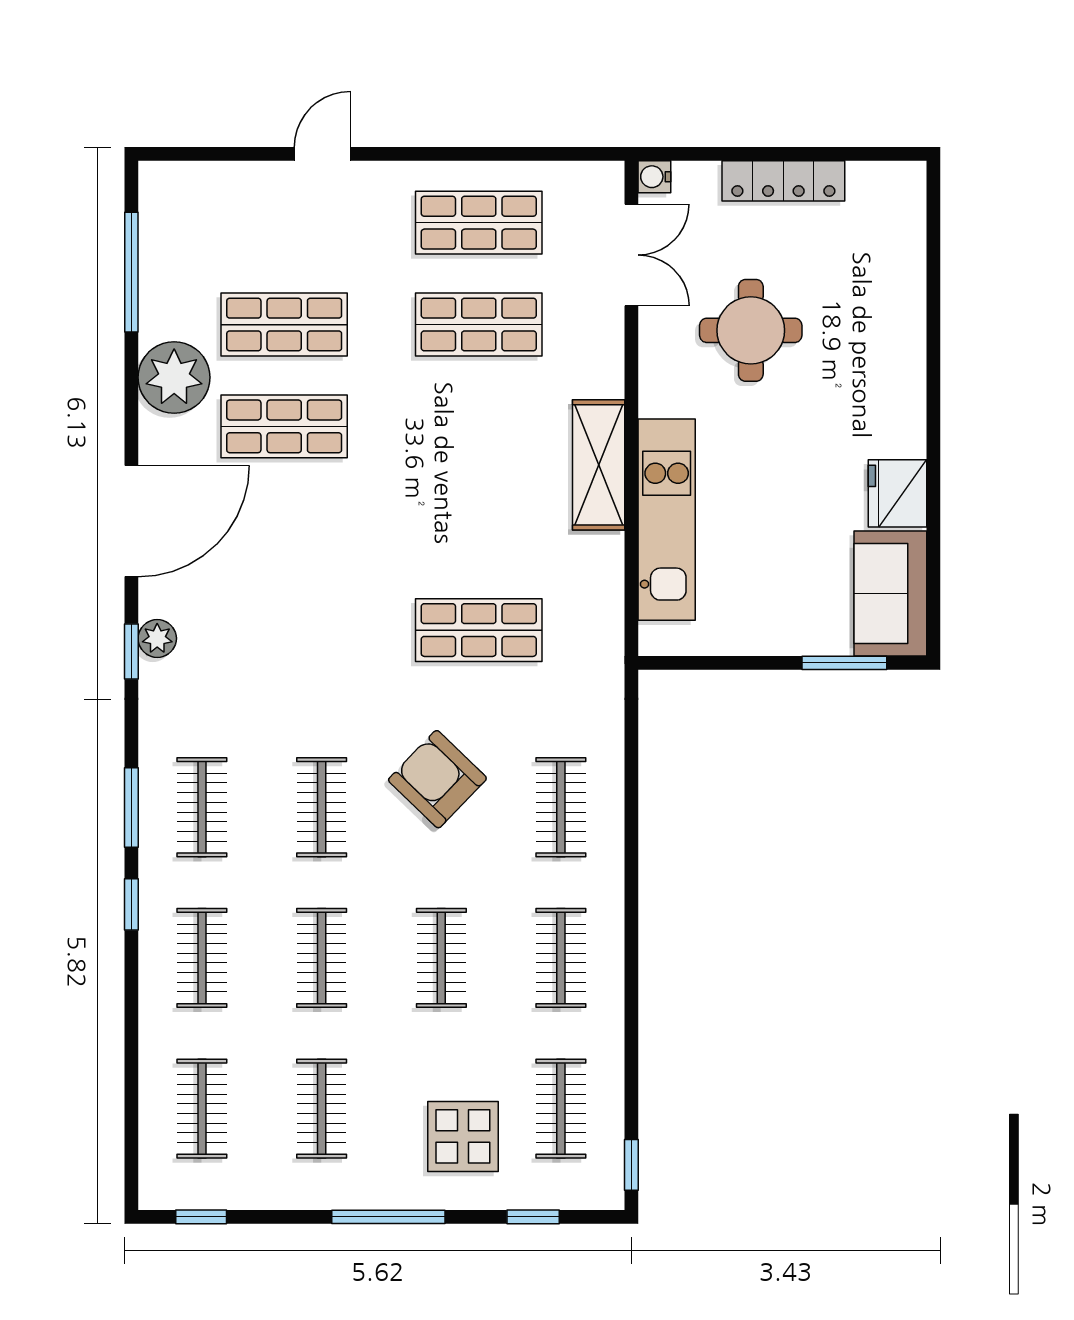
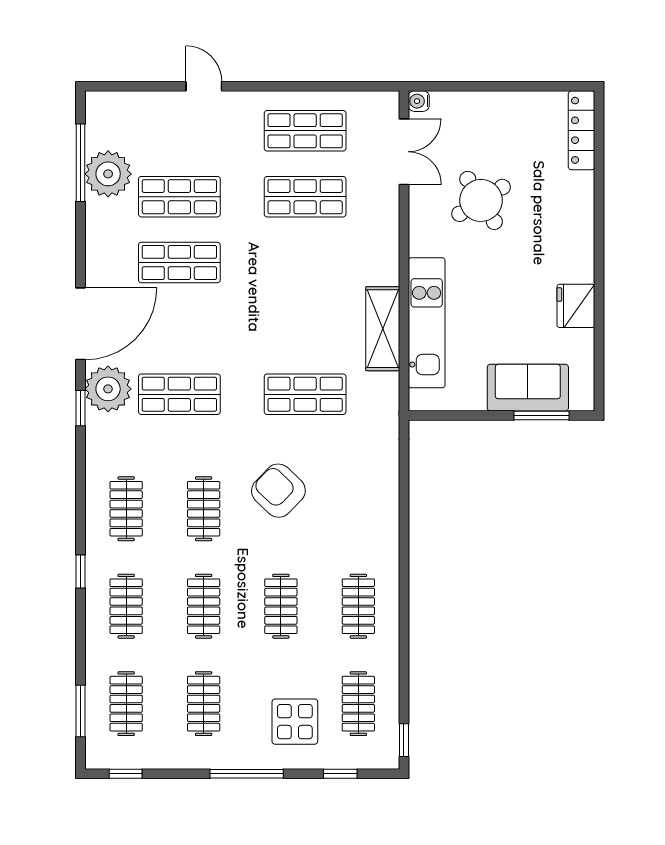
door: (322, 154) -> (204, 86), hinge flipped
locker: (783, 181) -> (582, 130), moved, turned 90
round table: (751, 330) -> (481, 200), turned -32
plant: (174, 377) -> (108, 174), moved
shelving: (599, 465) -> (383, 329), moved
sofa: (890, 593) -> (528, 388), moved, turned 90
shop shelf: (284, 630) -> (179, 394), added
plant: (157, 638) -> (108, 389), width x1.88, depth x1.88
clothes rail: (561, 807) -> (358, 509), removed
window: (131, 808) -> (81, 711), moved

